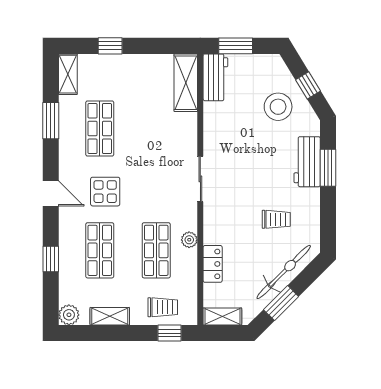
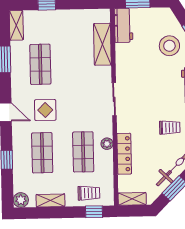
shelving: (186, 83) -> (102, 44), moved
locker: (213, 264) -> (124, 154), width x1.53

